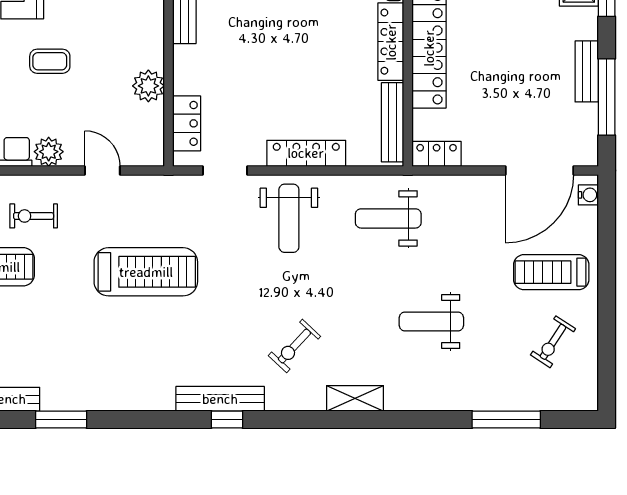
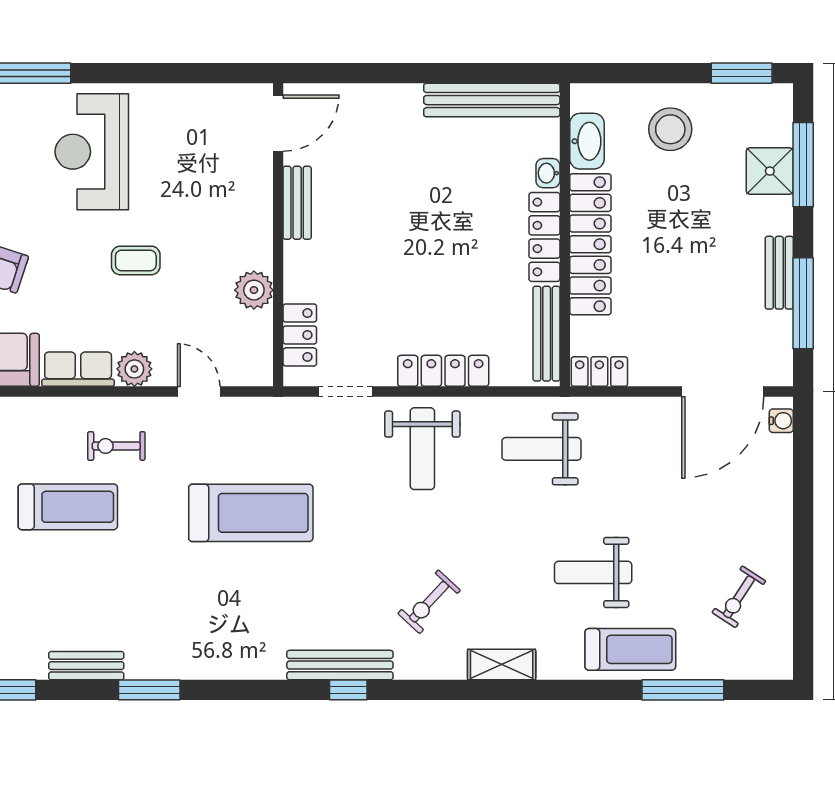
treadmill: (551, 272) -> (630, 649), moved, turned 180

